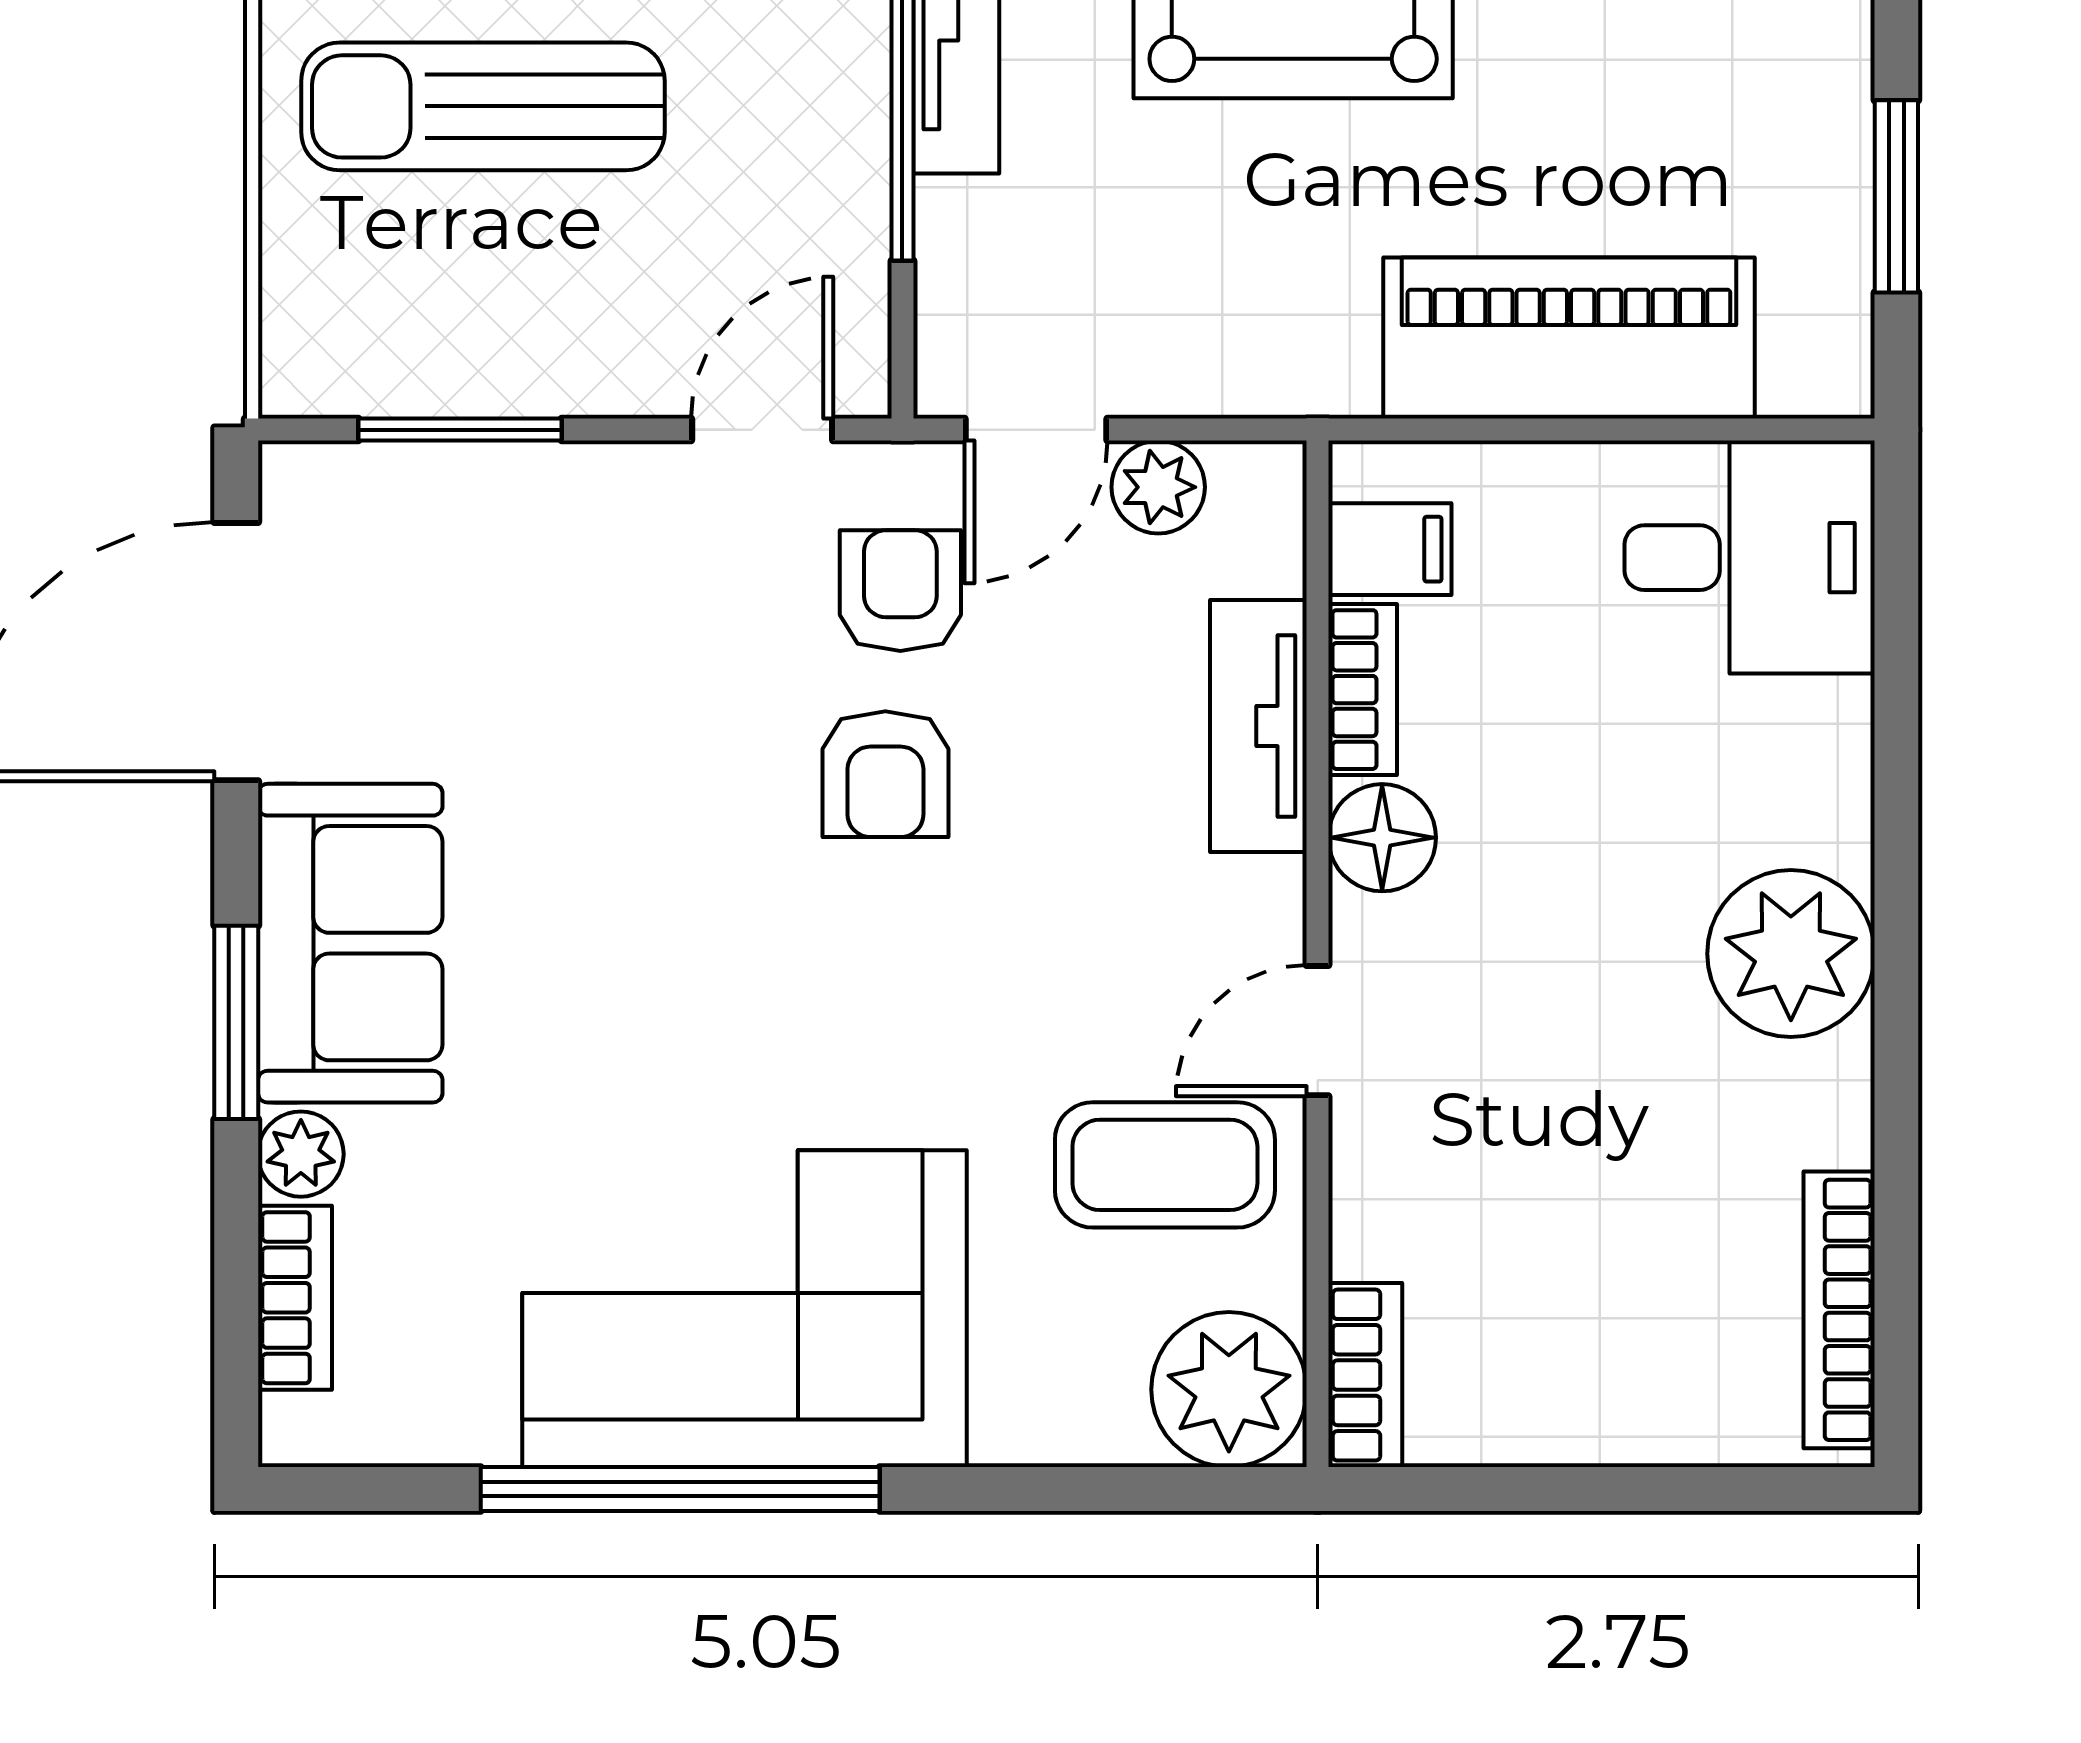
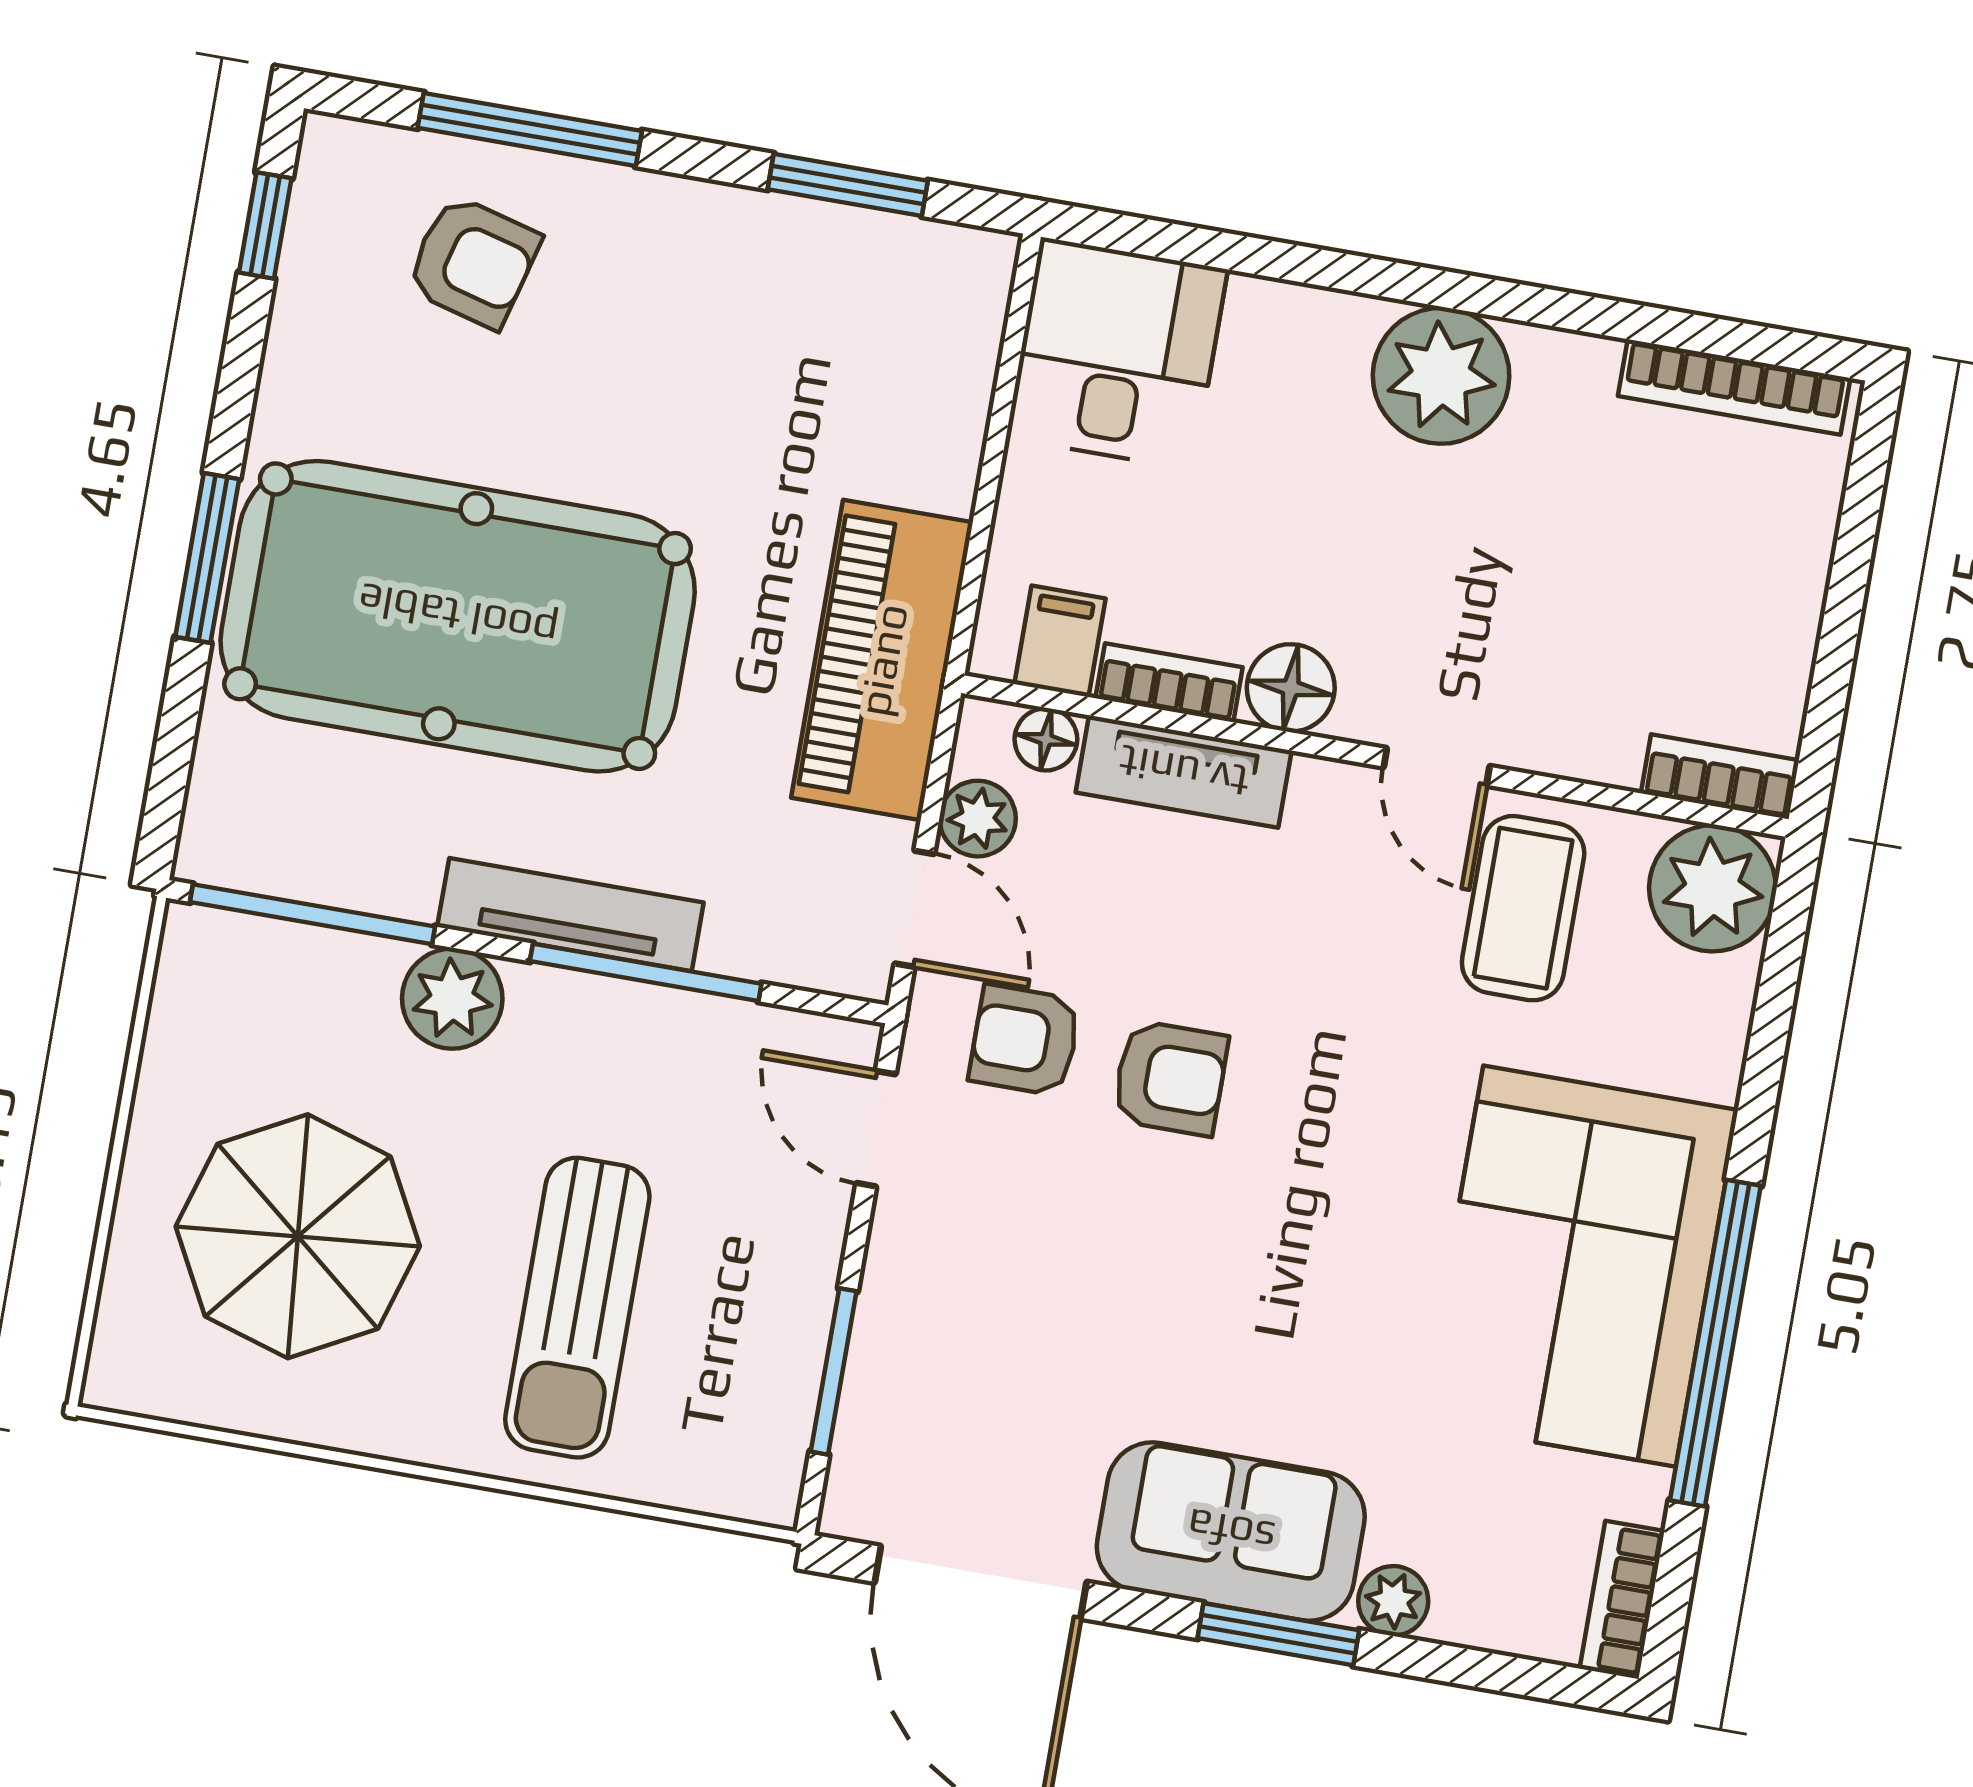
piano: (1569, 338) -> (882, 660), moved
floor lamp: (1268, 553) -> (1046, 739), added
bookcase: (295, 1298) -> (1622, 1600), moved, turned -90

